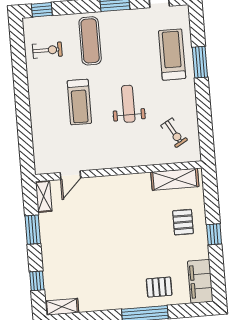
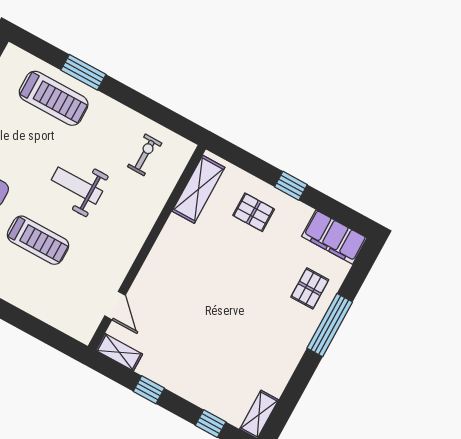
treadmill: (172, 55) -> (54, 98), turned 180
exercise bike: (174, 133) -> (145, 155), turned -60
window: (33, 230) -> (149, 390), width x0.67

